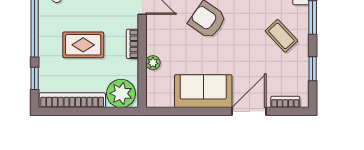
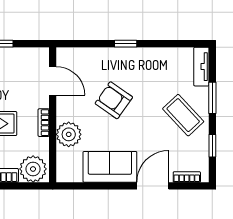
coffee table: (281, 36) -> (183, 115), width x1.36, depth x1.30
plant: (153, 63) -> (69, 134), width x1.88, depth x1.88

